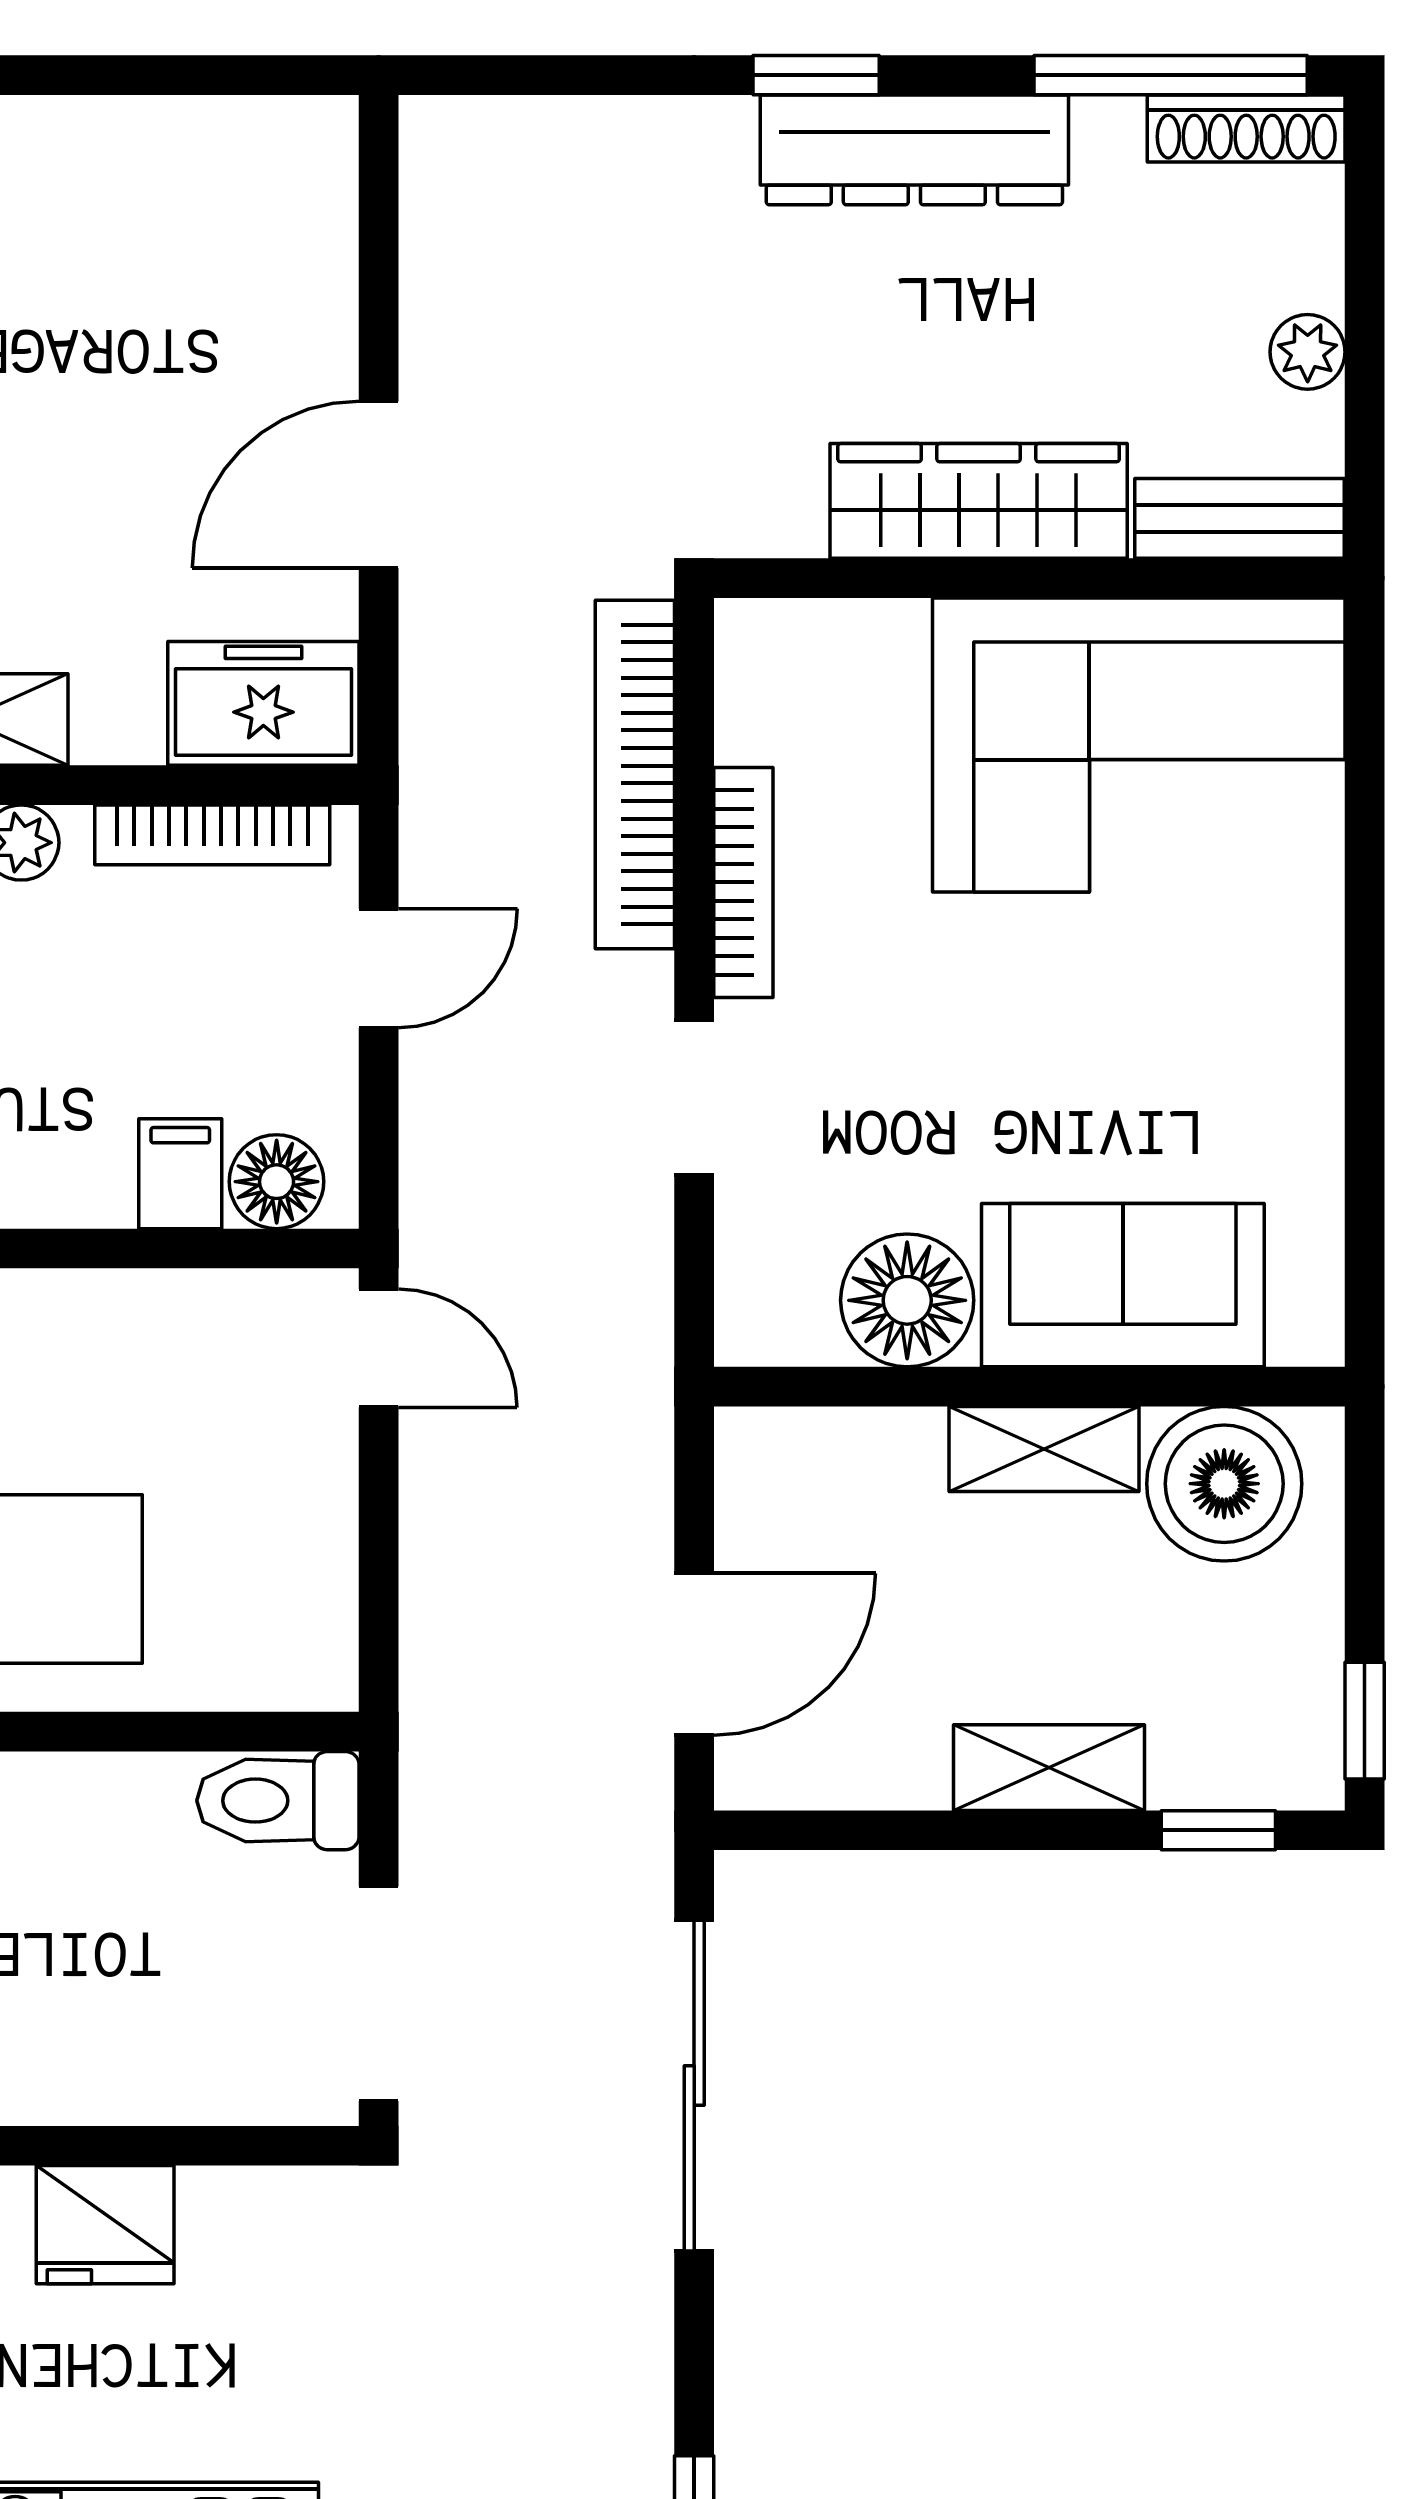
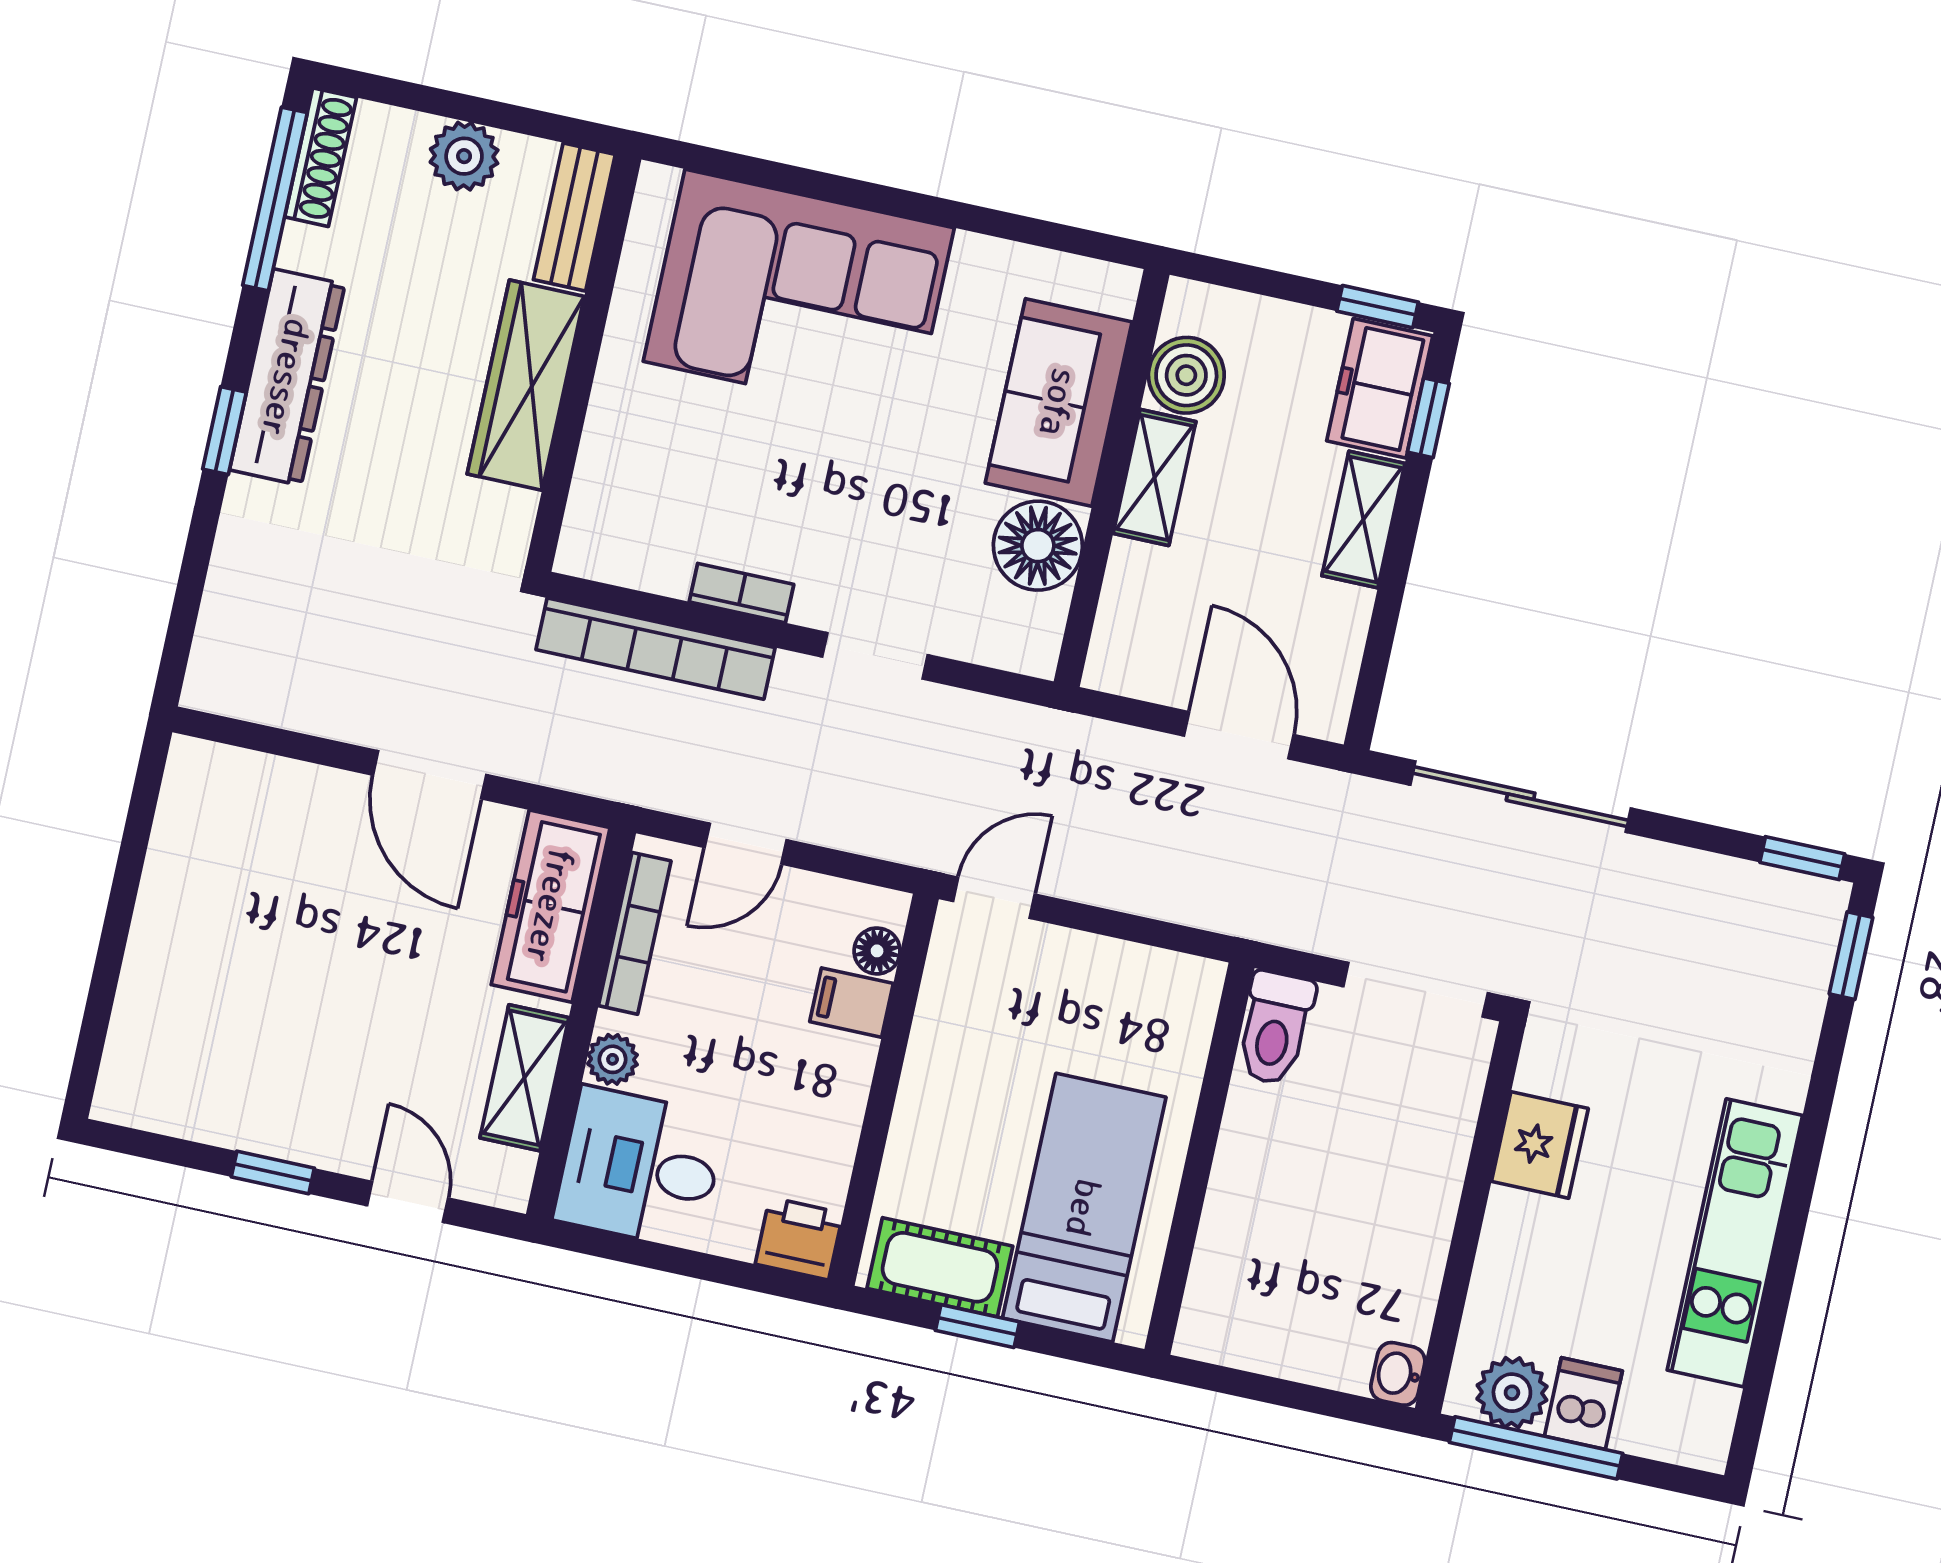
plant: (1308, 352) -> (464, 156), width x1.38, depth x1.38
freezer: (263, 703) -> (551, 906), width x1.40
corner sofa: (1139, 745) -> (799, 295), moved, turned 90
bookcase: (743, 882) -> (741, 593), width x0.64
door: (379, 968) -> (746, 844), swing flipped
floor lamp: (277, 1182) -> (877, 951), width x0.73, depth x0.73
boiler: (1224, 1484) -> (1186, 375), width x0.73, depth x0.73
freezer: (1246, 1750) -> (1380, 388), added
fridge: (105, 2225) -> (1540, 1145), moved

